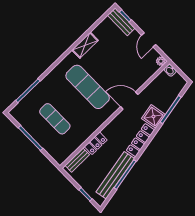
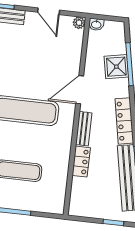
shower: (153, 116) -> (116, 67), moved
bench: (77, 160) -> (84, 129), moved

